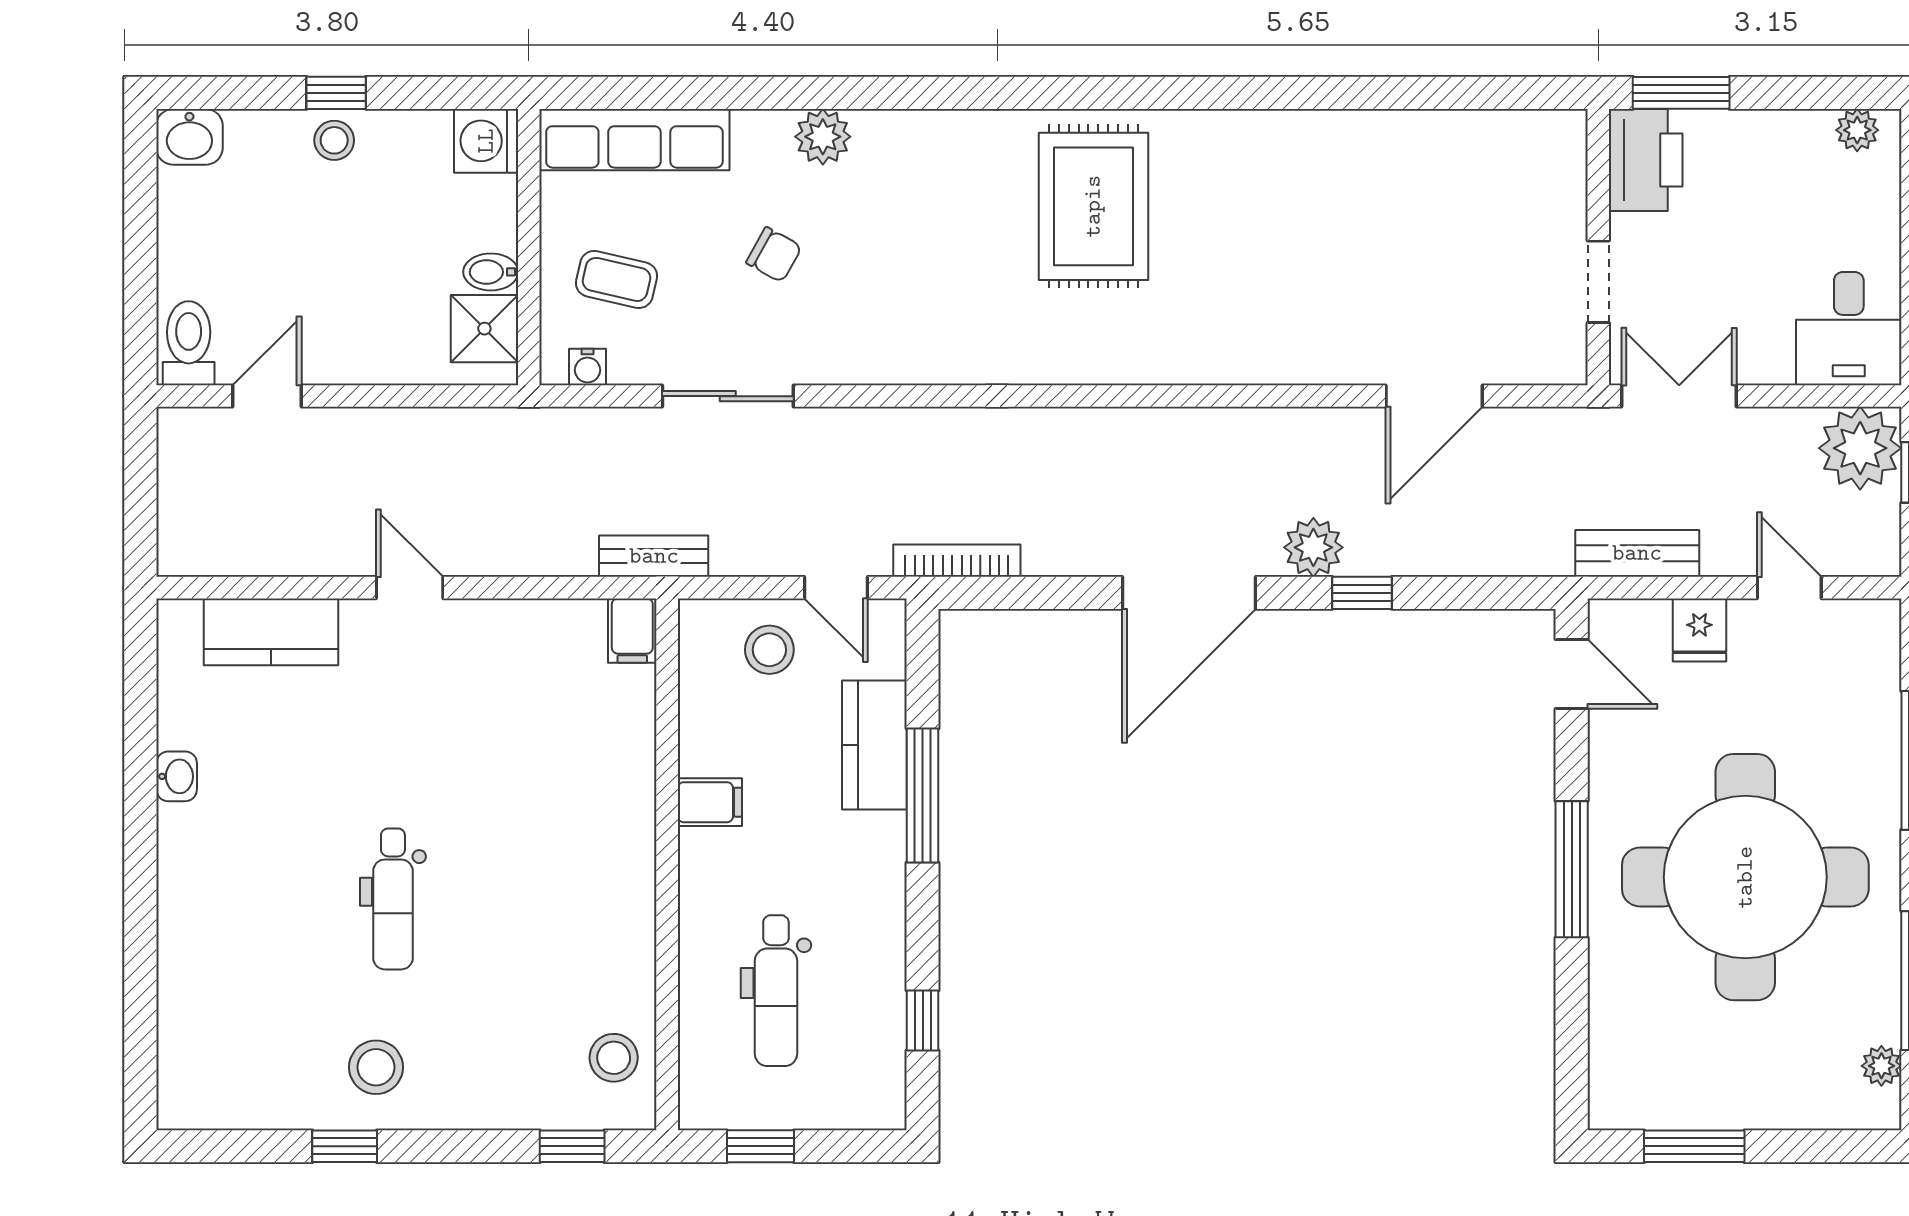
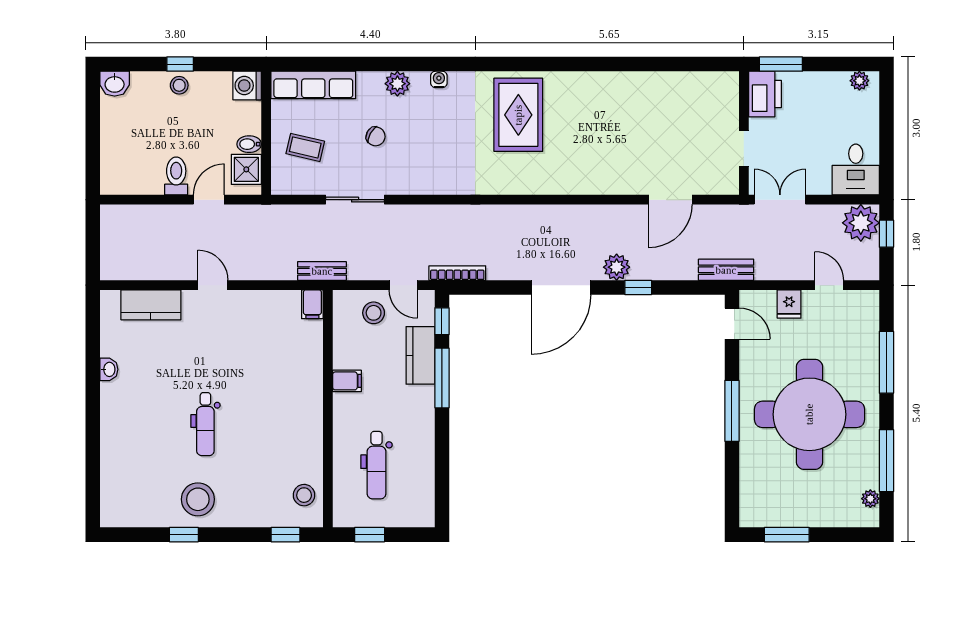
toilet: (189, 343) -> (176, 176), moved
water cooler: (588, 367) -> (439, 79), moved, turned 180
door: (267, 396) -> (209, 200), moved
bench: (1637, 553) -> (726, 270), moved
window: (923, 1020) -> (442, 321), moved
stool: (376, 1067) -> (198, 499), width x1.38, depth x1.38

